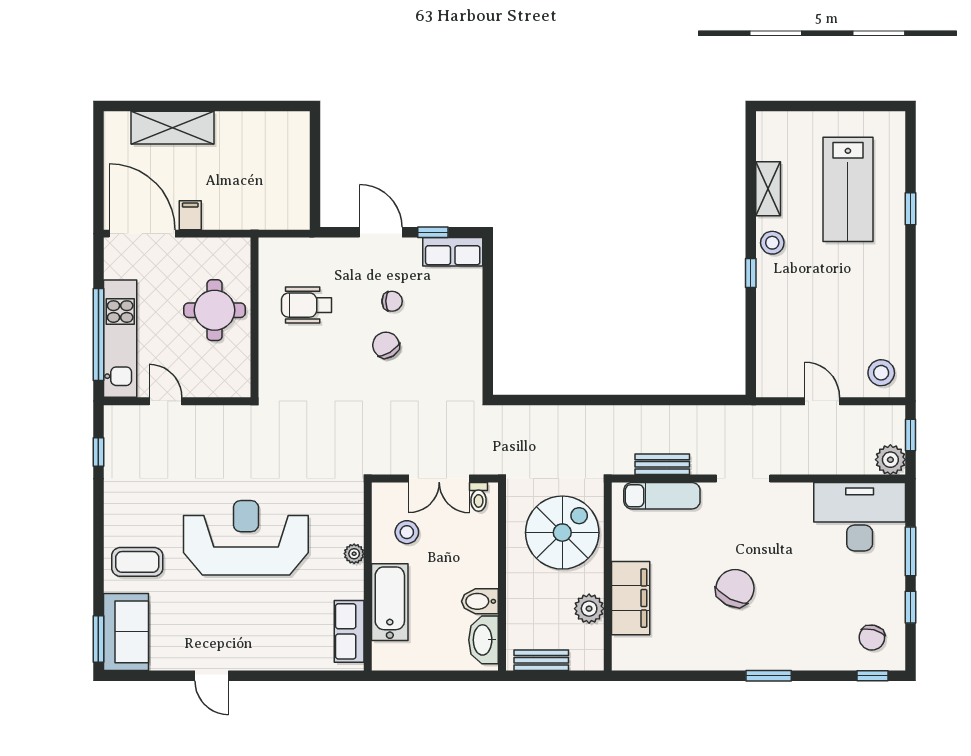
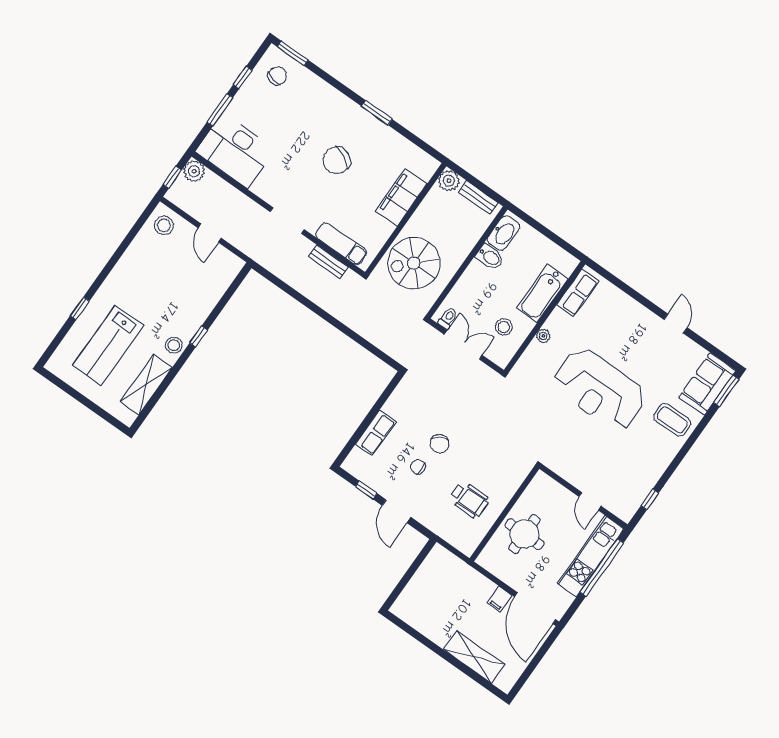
shelving: (768, 189) -> (146, 384), width x1.50, depth x1.33
lab bench: (848, 189) -> (108, 345), turned 180
row of seats: (453, 252) -> (376, 433), moved, turned 90
plant: (589, 609) -> (449, 181), moved
window: (769, 676) -> (377, 113), moved
window: (872, 676) -> (293, 53), width x1.50

